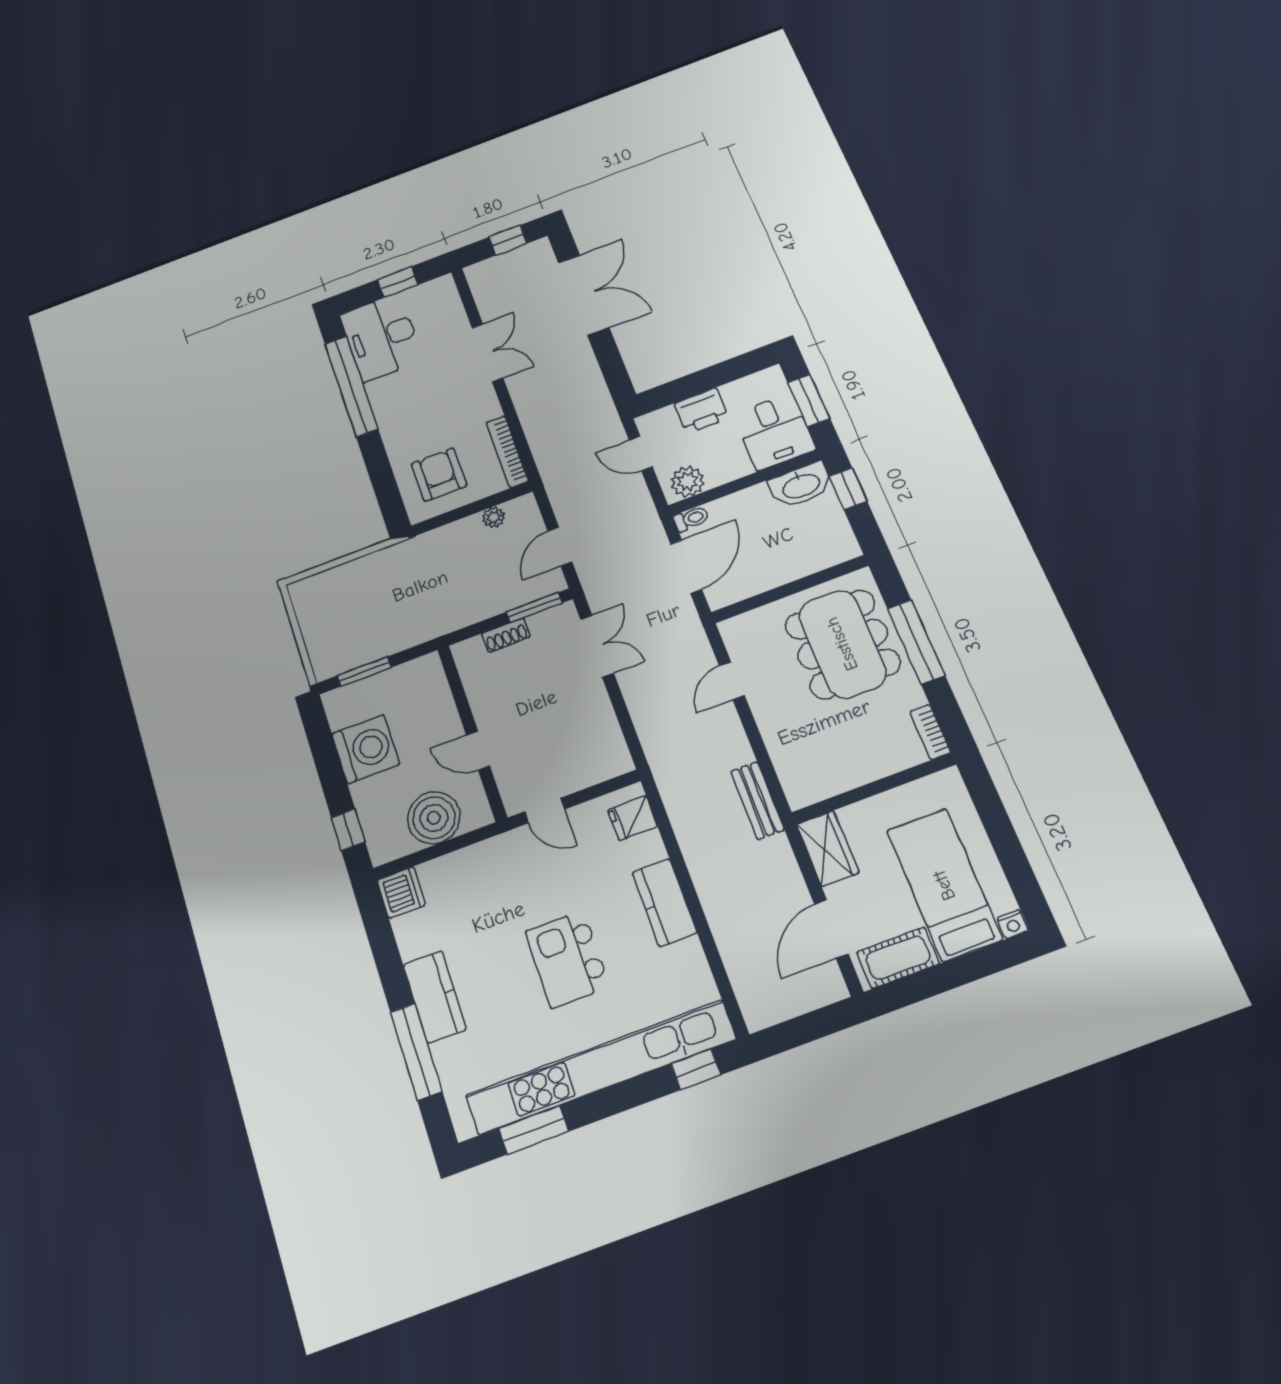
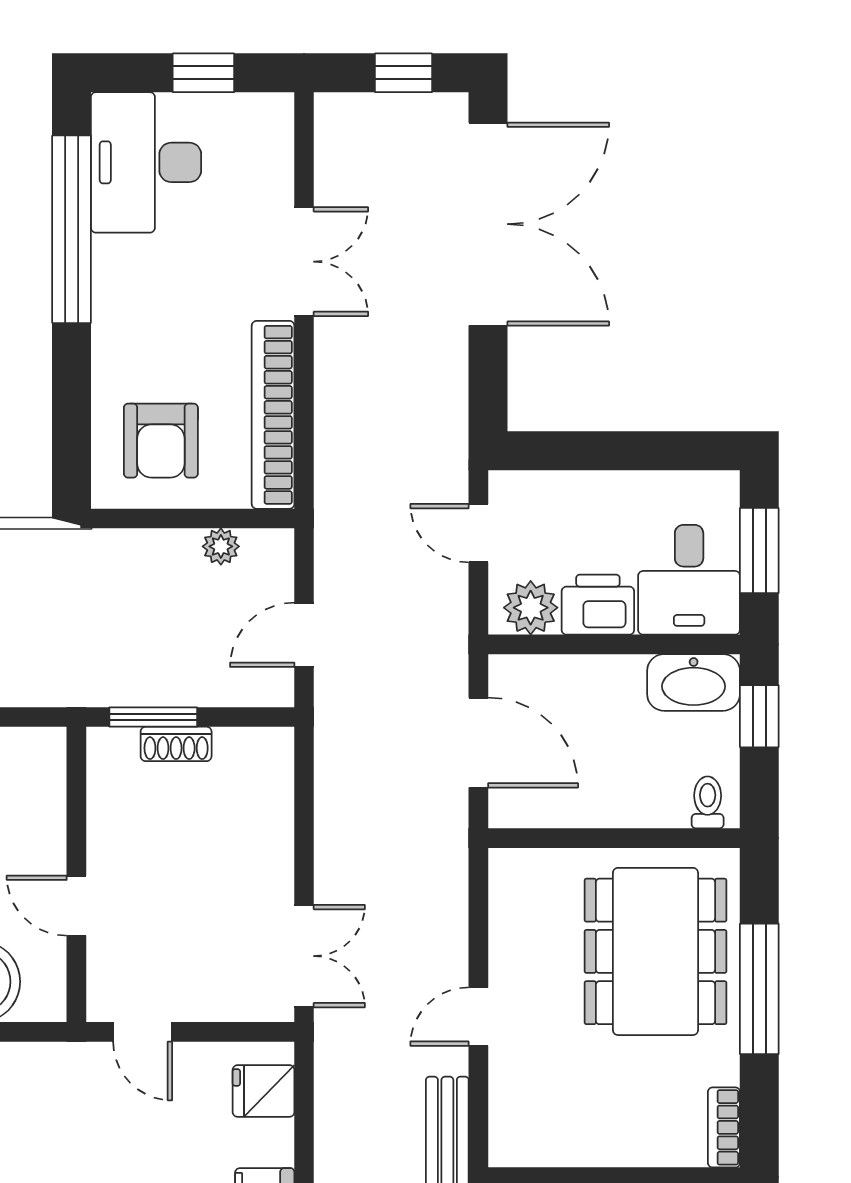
double door: (584, 295) -> (488, 224), width x1.36
printer: (701, 411) -> (598, 605), moved, turned 180
bookcase: (507, 452) -> (273, 415), width x1.48, depth x1.31
armchair: (439, 475) -> (161, 441), turned 180
toilet: (691, 519) -> (708, 802), moved, turned -90
door: (686, 566) -> (478, 743), hinge flipped
window: (534, 607) -> (153, 717), moved
double door: (597, 646) -> (304, 956), moved
door: (732, 681) -> (478, 1017), moved

